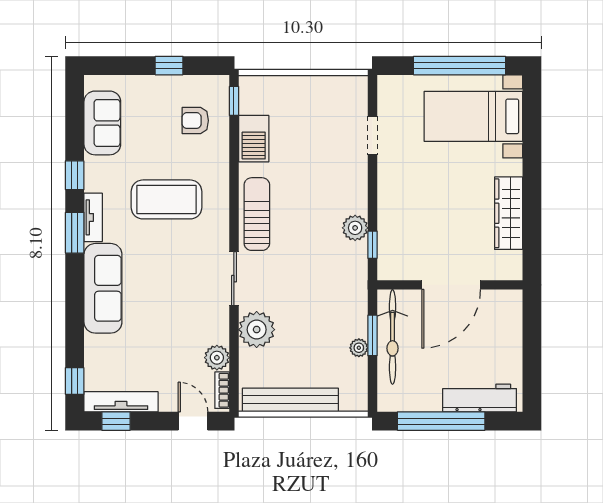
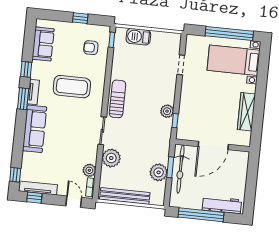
barbecue: (254, 139) -> (138, 37), moved, turned 90
plant: (359, 348) -> (159, 172), width x1.88, depth x1.88

